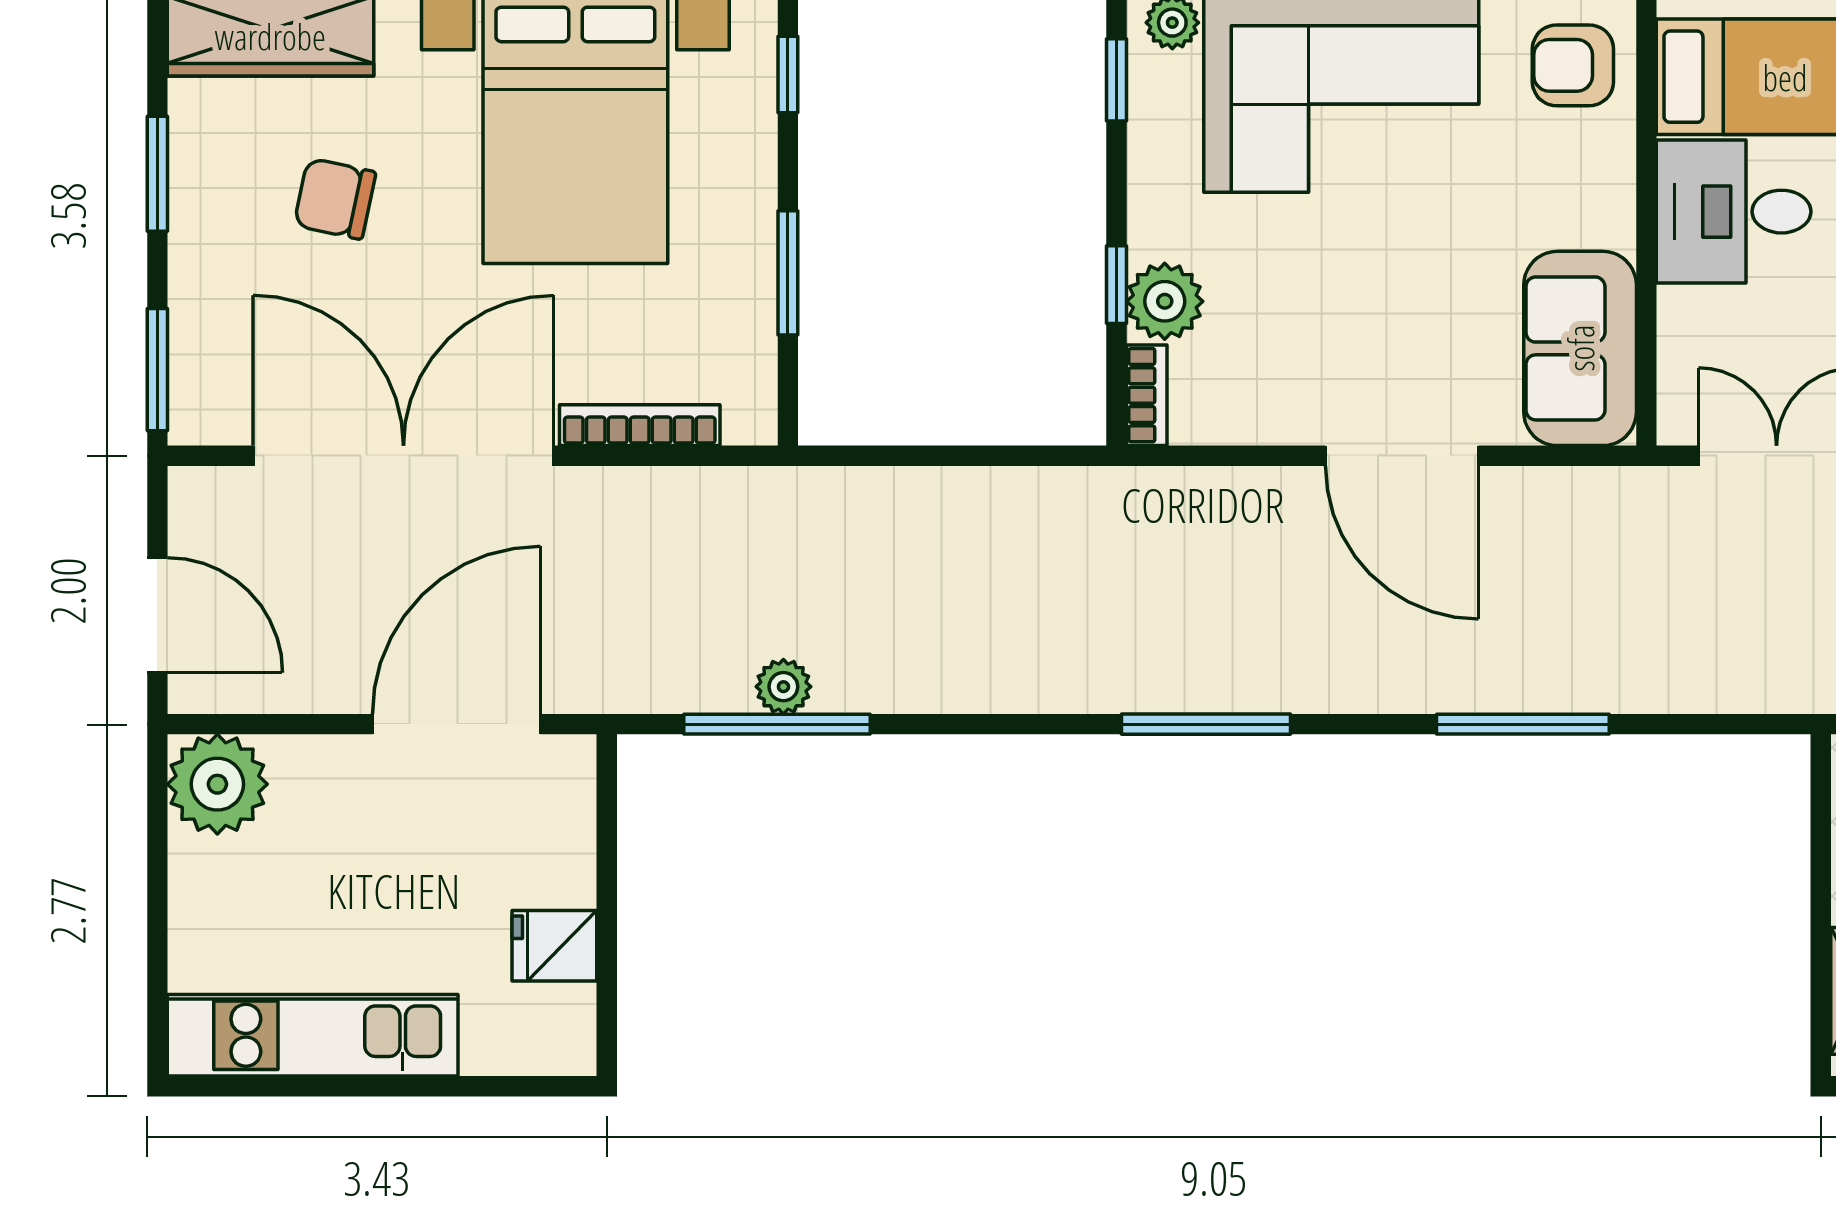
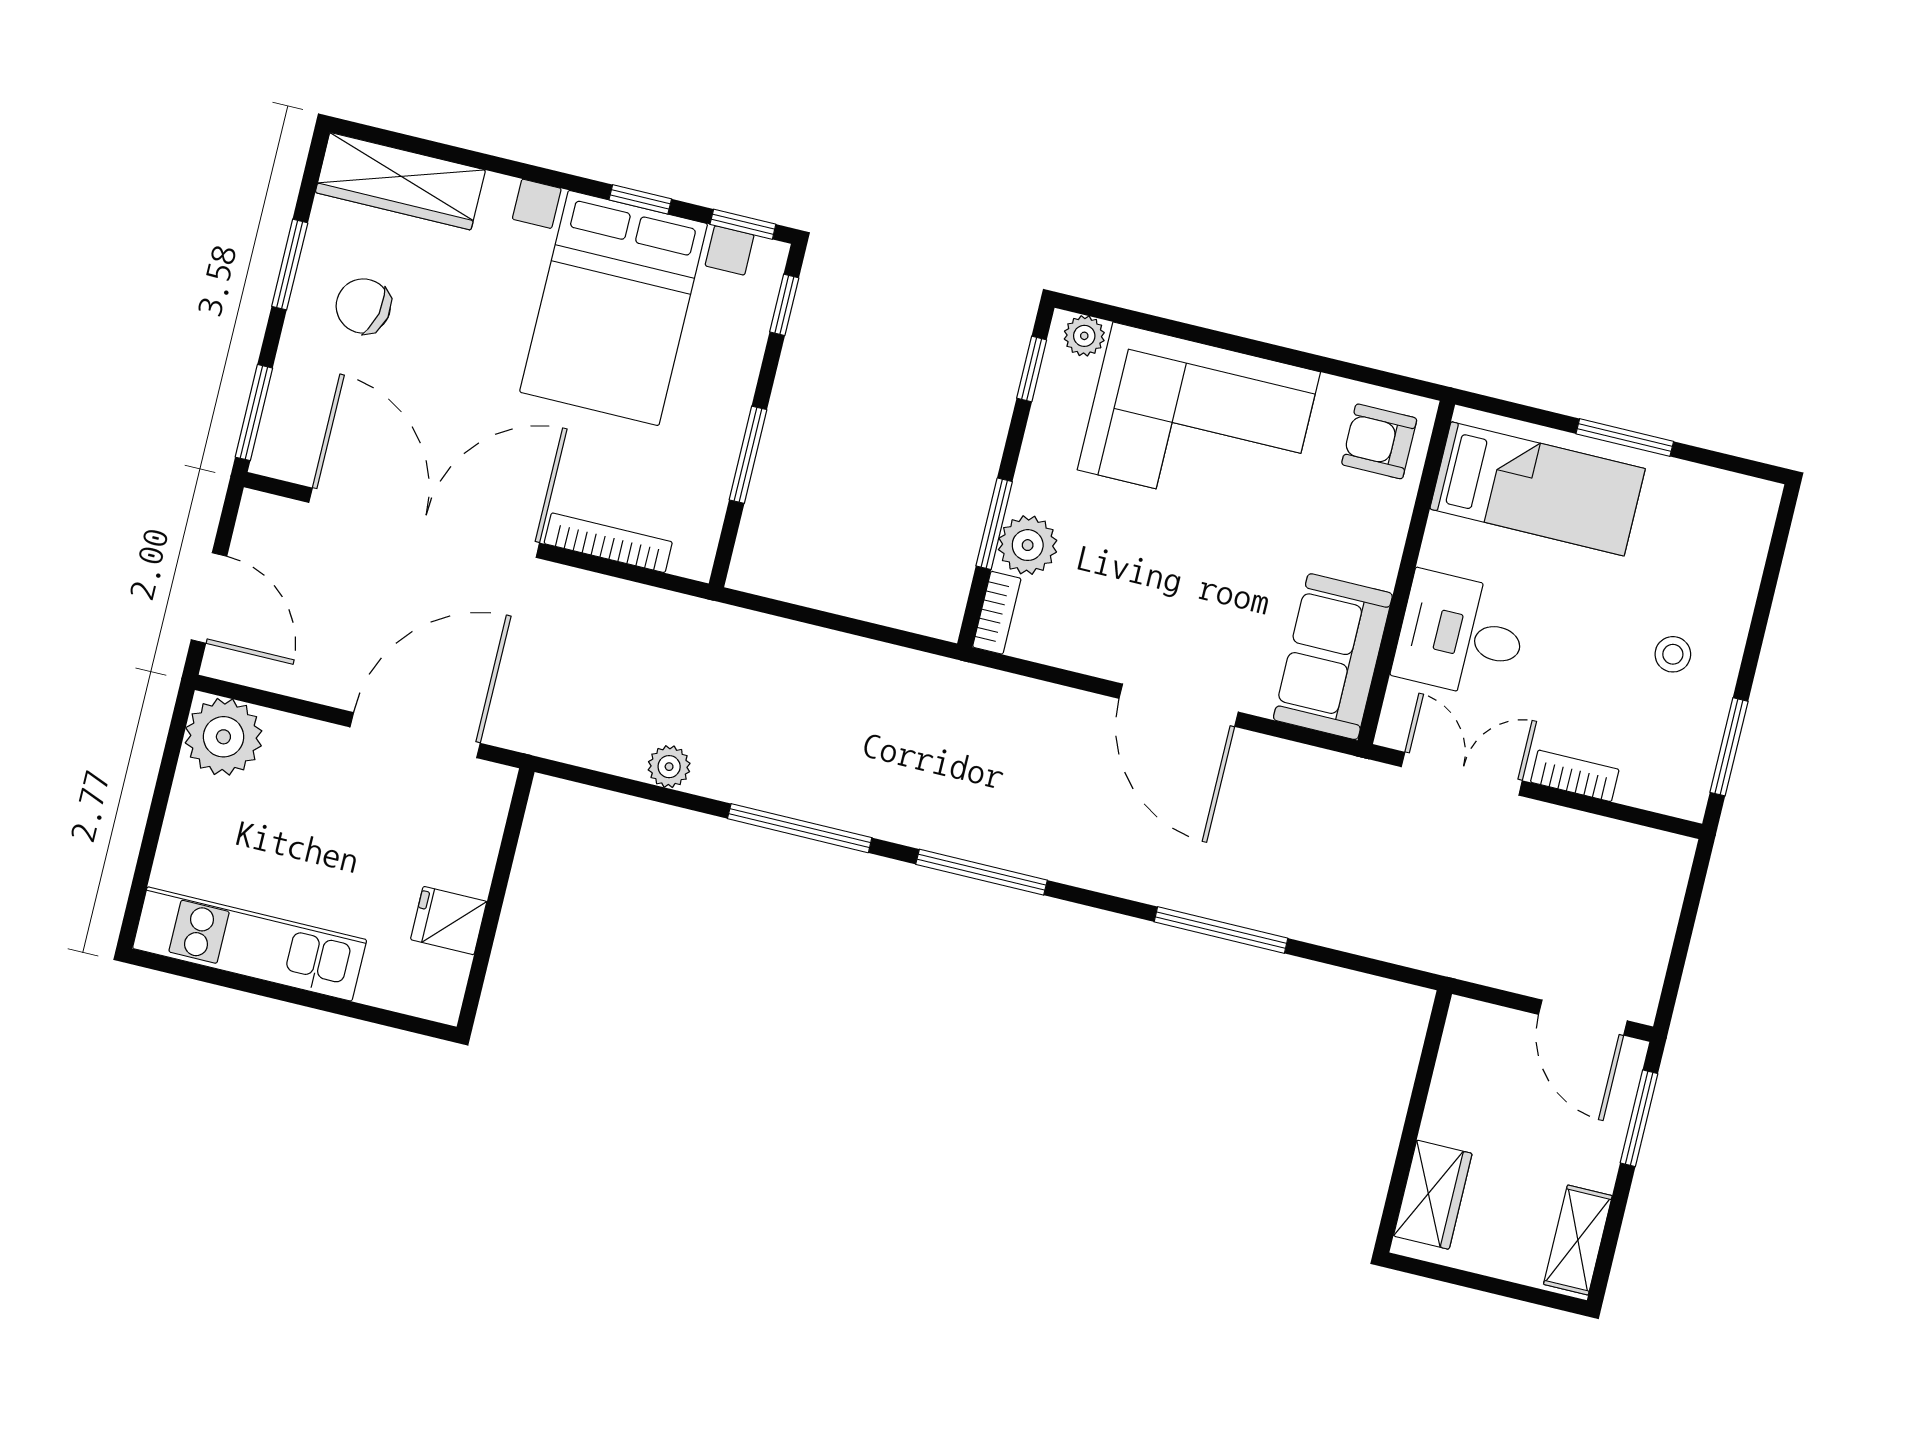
chair: (335, 199) -> (363, 306), moved
desk: (1734, 212) -> (1461, 635), moved
window: (1116, 285) -> (994, 524), width x1.50
window: (777, 724) -> (800, 828), moved

